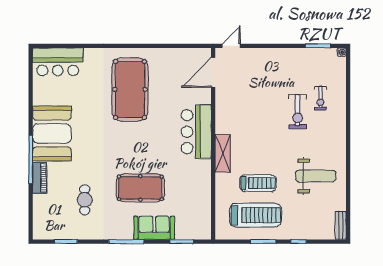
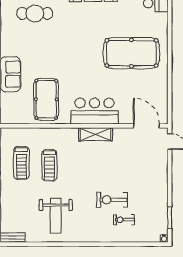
shelving: (223, 153) -> (96, 134), moved
pool table: (140, 188) -> (46, 99), moved
cafe table: (85, 200) -> (35, 13), width x1.37, depth x1.35
treadmill: (255, 215) -> (21, 163), width x0.73, depth x0.73

